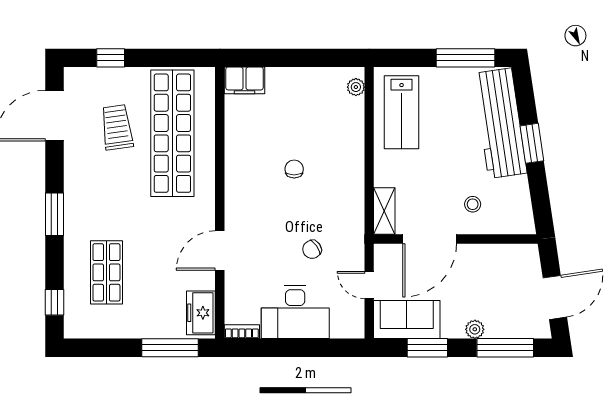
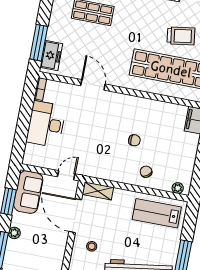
chair: (312, 249) -> (146, 172), moved
door: (369, 285) -> (66, 175), moved
freezer: (201, 313) -> (51, 55), moved, turned 90

